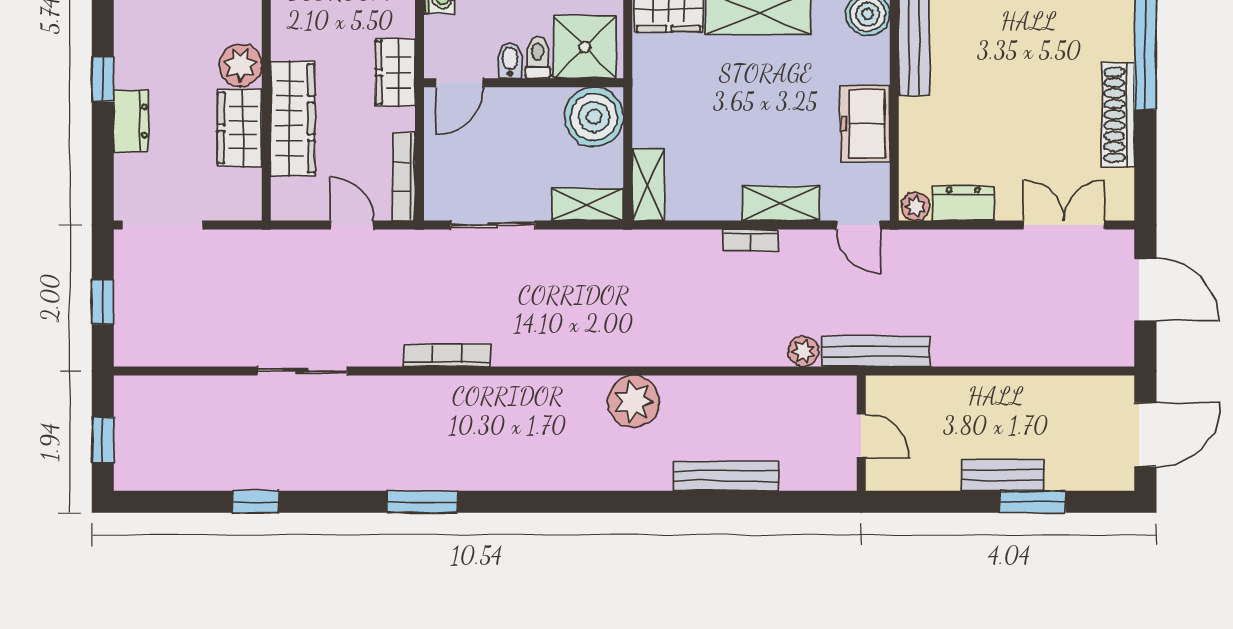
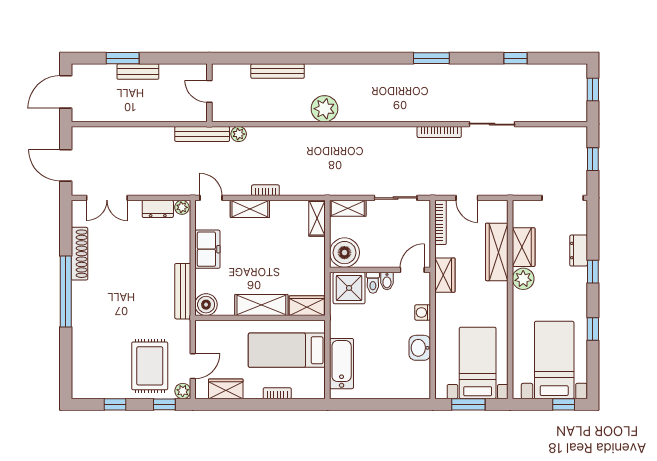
bookcase: (447, 356) -> (439, 132), moved

